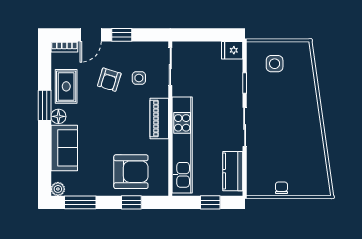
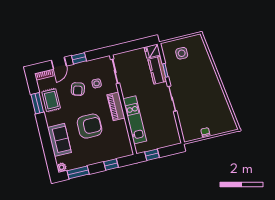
window: (45, 105) -> (37, 103), moved
floor lamp: (58, 116) -> (51, 121), removed
kitchen unit: (182, 145) -> (135, 120), width x0.73
kitchen counter: (233, 171) -> (157, 70), moved
armchair: (131, 172) -> (90, 126), moved
window: (210, 202) -> (152, 155), moved

